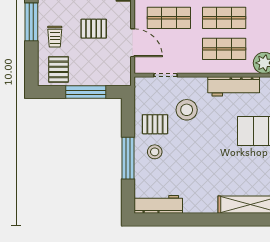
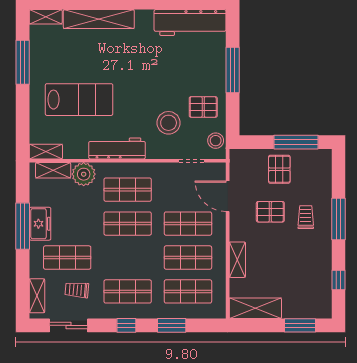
trolley: (55, 37) -> (306, 217), moved
pallet: (58, 69) -> (279, 169), moved
window: (86, 92) -> (296, 142), moved
stool: (155, 152) -> (216, 141), moved
workbench: (158, 204) -> (190, 23), width x1.36, depth x1.32

